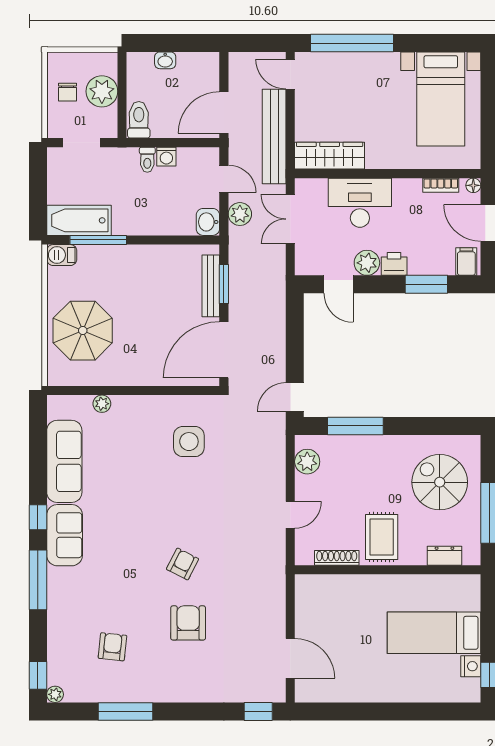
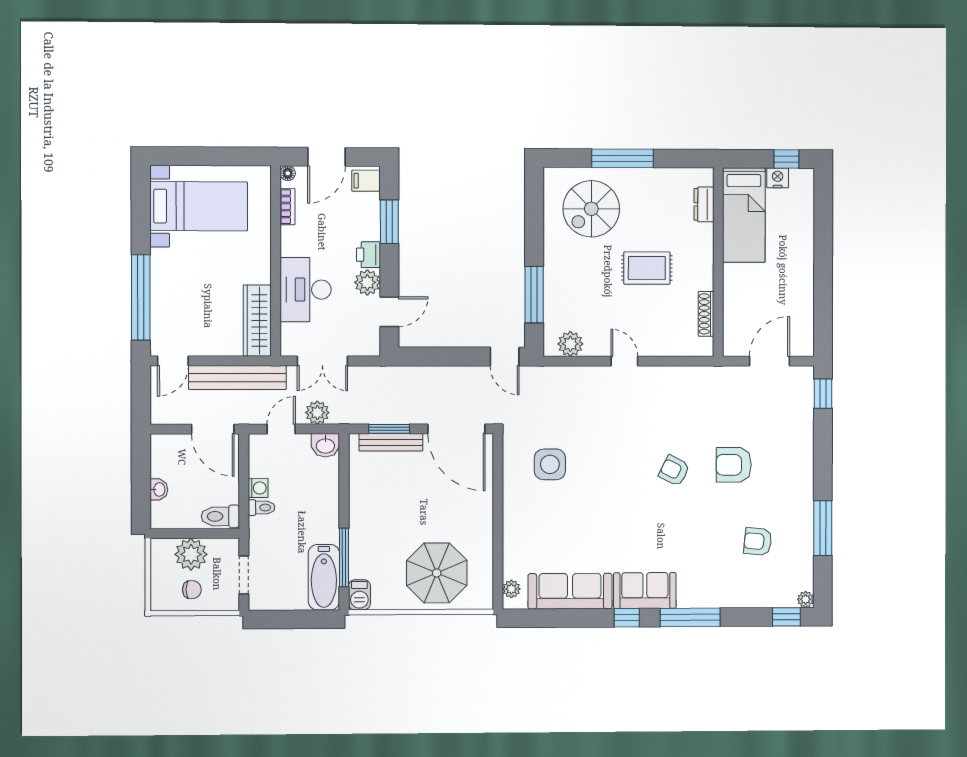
plant: (102, 404) -> (511, 589), moved
dresser: (444, 556) -> (704, 204), moved
shoe rack: (337, 558) -> (706, 314), moved
wall: (388, 570) -> (718, 262), moved

